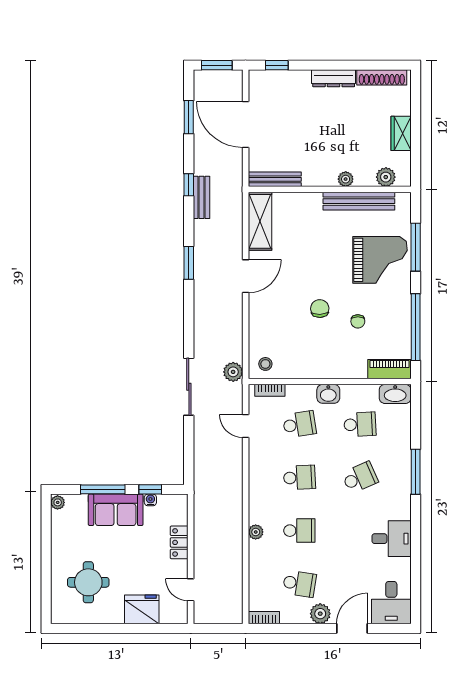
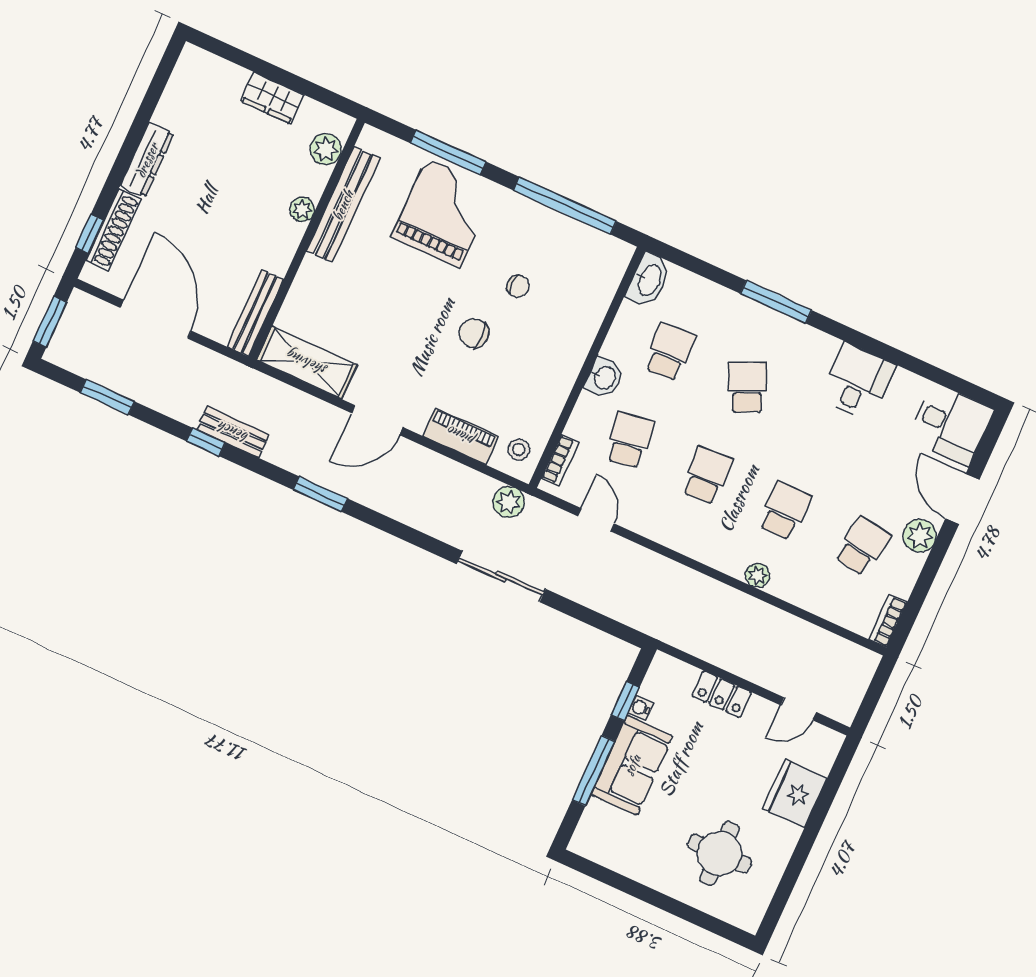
shoe rack: (382, 77) -> (113, 230), moved
door: (246, 124) -> (156, 319), swing flipped
door: (246, 276) -> (377, 420), swing flipped
piano: (389, 369) -> (461, 436), moved, turned 90
door: (246, 426) -> (596, 520), swing flipped
plant: (58, 502) -> (583, 845), removed

